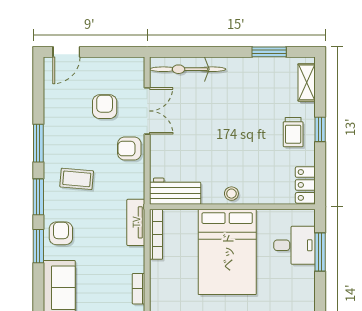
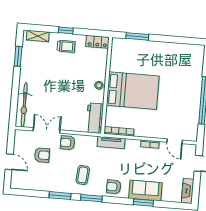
door: (66, 52) -> (9, 162), moved
armchair: (105, 107) -> (42, 155), turned 180
armchair: (129, 149) -> (68, 143), turned 90
desk: (295, 245) -> (132, 51), removed
window: (38, 246) -> (143, 203), moved

